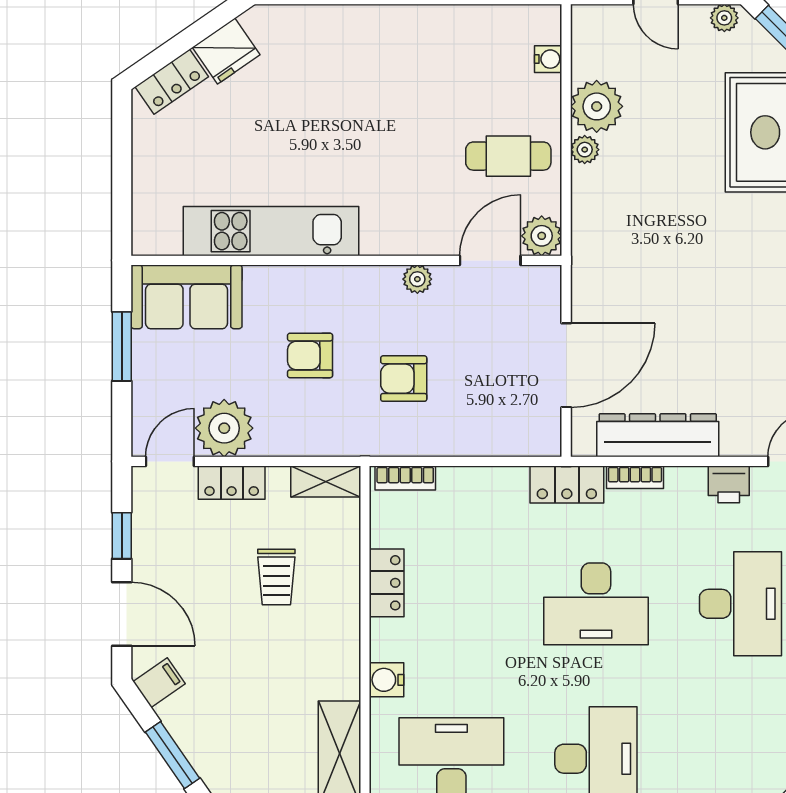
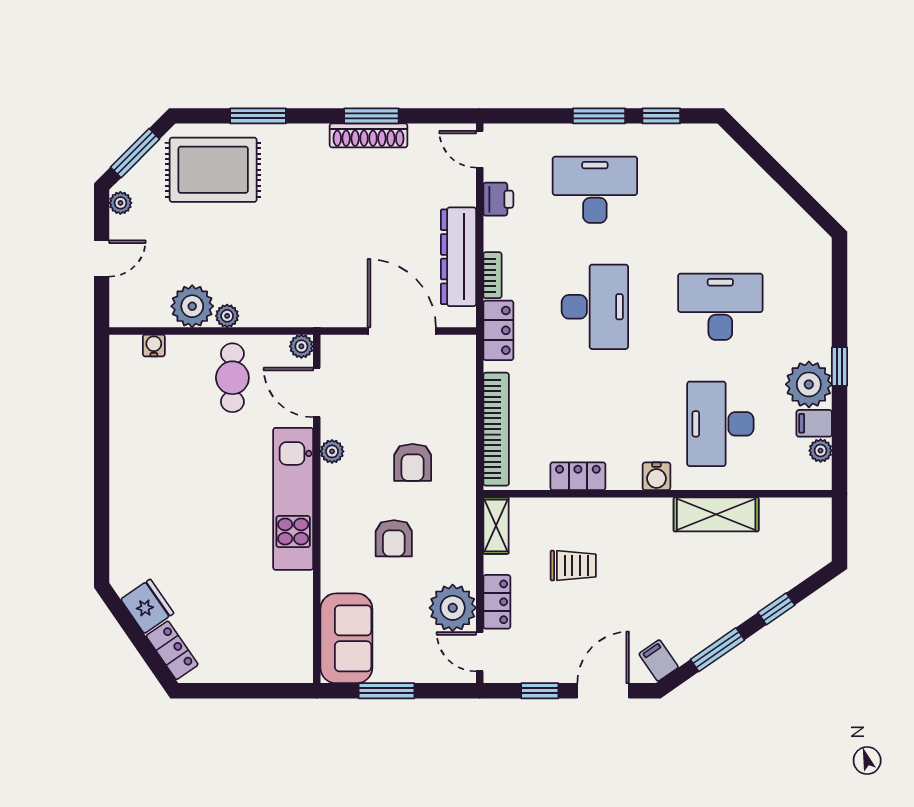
kitchen unit: (271, 231) -> (293, 499), moved
plant: (542, 236) -> (301, 346), width x0.73, depth x0.73
bookcase: (405, 478) -> (496, 429), width x2.31, depth x1.31

